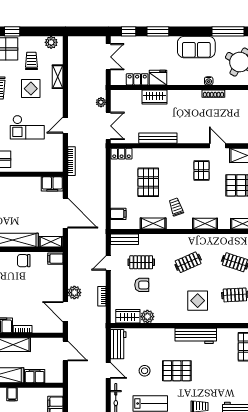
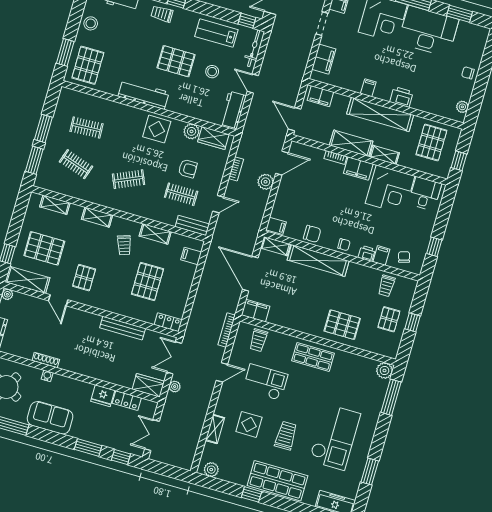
trolley: (31, 61) -> (258, 340), moved
wardrobe: (154, 97) -> (148, 385), moved
armchair: (142, 285) -> (188, 169), turned 180
display table: (198, 301) -> (157, 129), moved
door: (65, 312) -> (282, 163), hinge flipped
filing cabinet: (35, 376) -> (320, 96), moved

